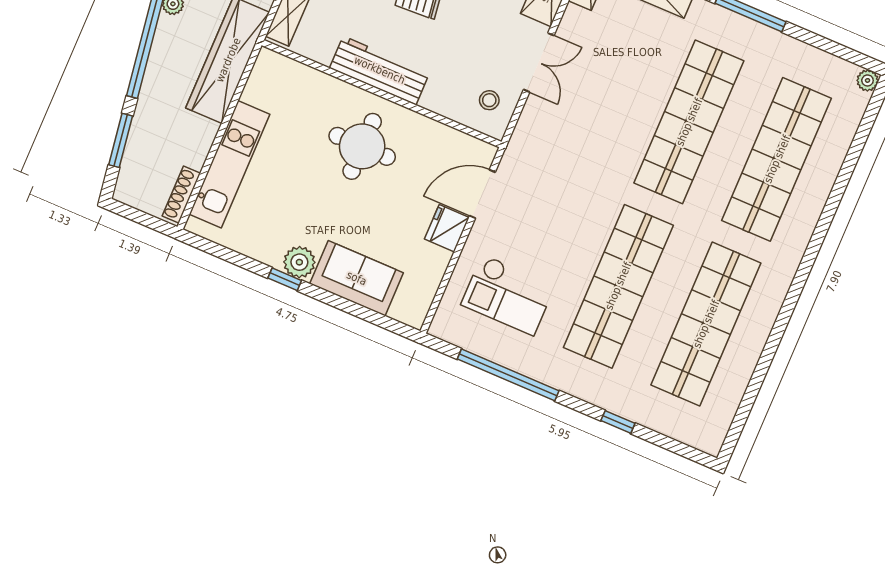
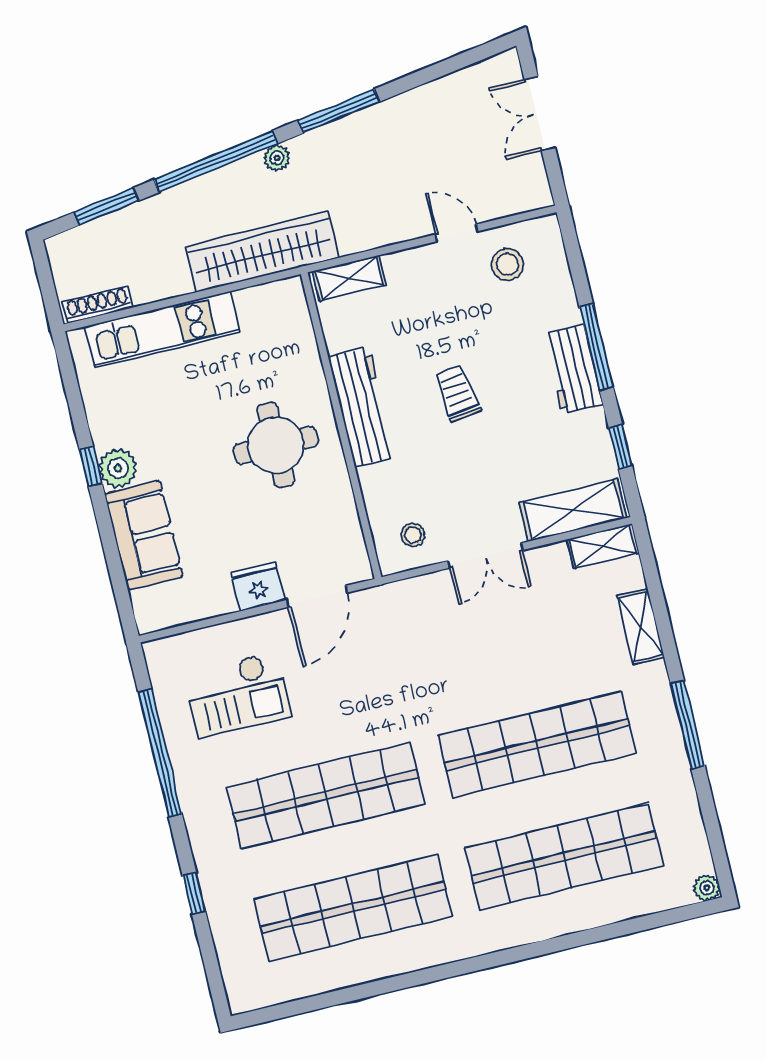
door: (482, 194) -> (317, 596), swing flipped
checkout: (508, 295) -> (238, 695), turned -90

